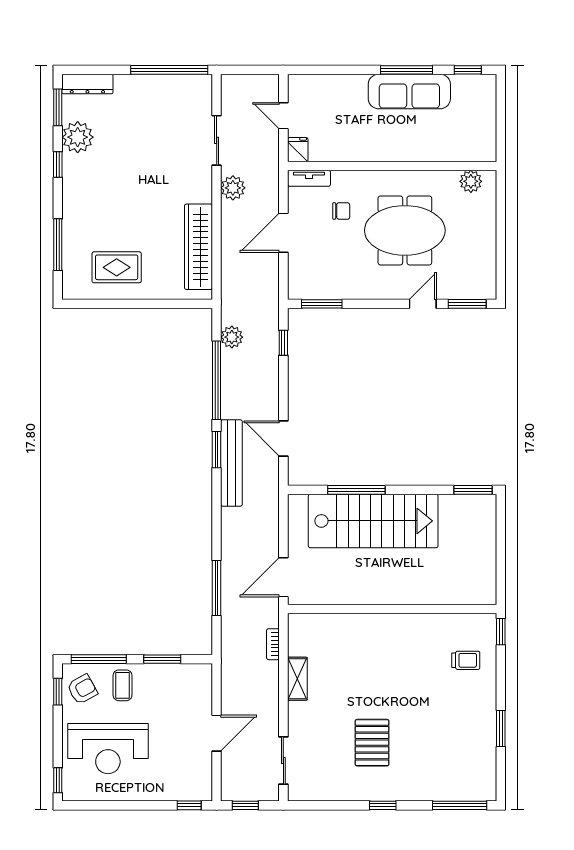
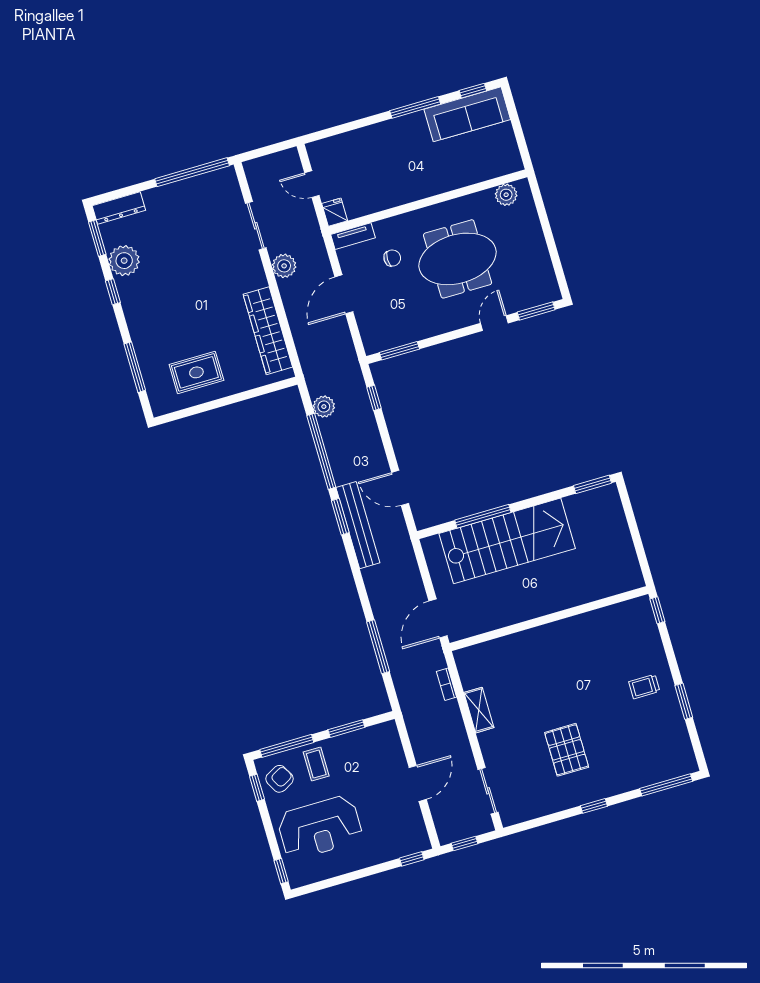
sofa: (409, 91) -> (467, 114), moved
trolley: (466, 660) -> (644, 687), moved, turned 180

